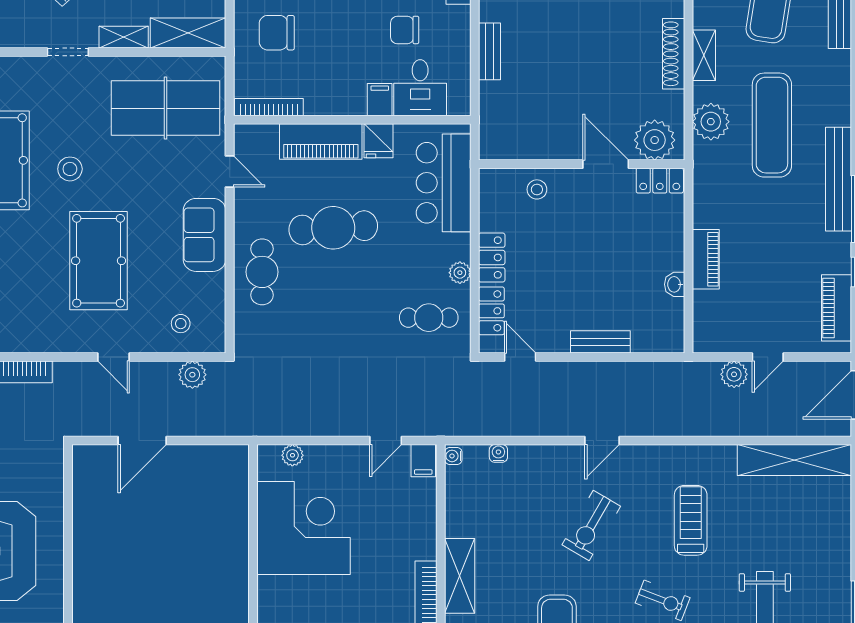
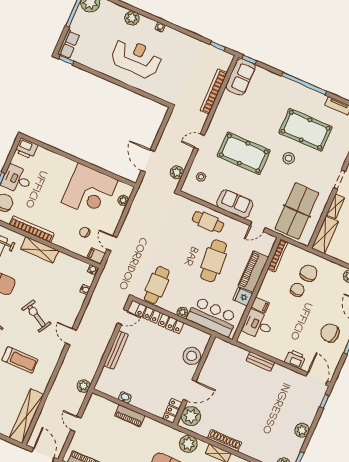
chair: (405, 30) -> (297, 290), moved
stool: (537, 189) -> (192, 356), width x1.89, depth x1.89
plant: (460, 273) -> (182, 312), moved
cafe table: (429, 318) -> (157, 285), width x1.37, depth x1.35
bench: (600, 342) -> (116, 350), width x1.36
plant: (734, 374) -> (84, 386), moved
door: (142, 441) -> (148, 161), moved
chair: (387, 503) -> (85, 232), added

